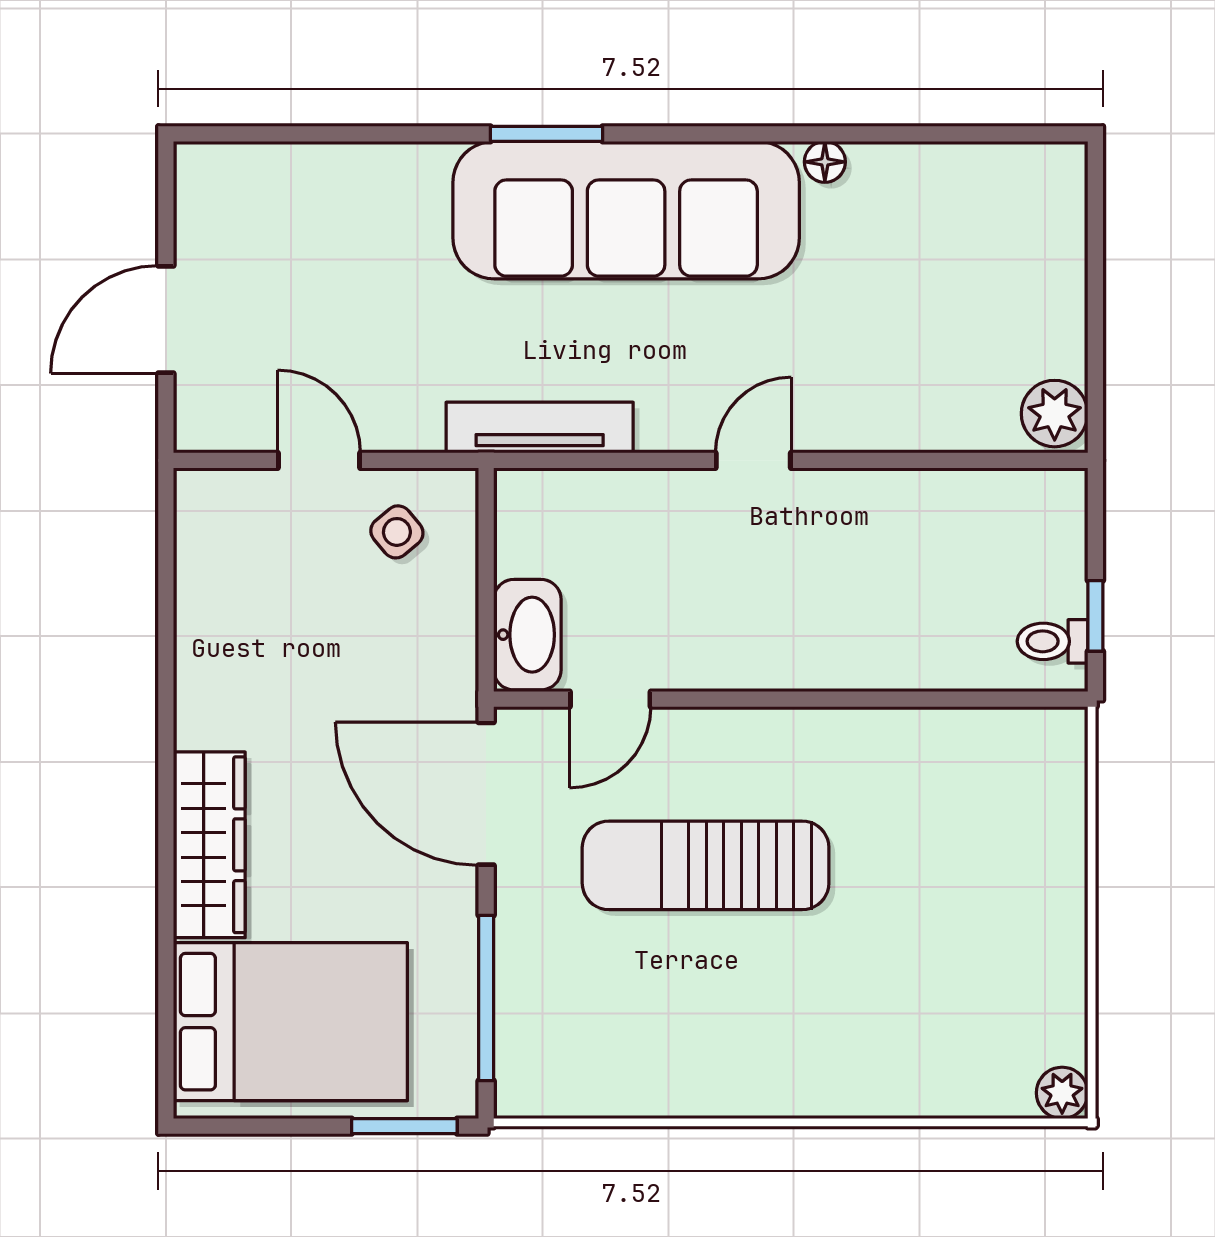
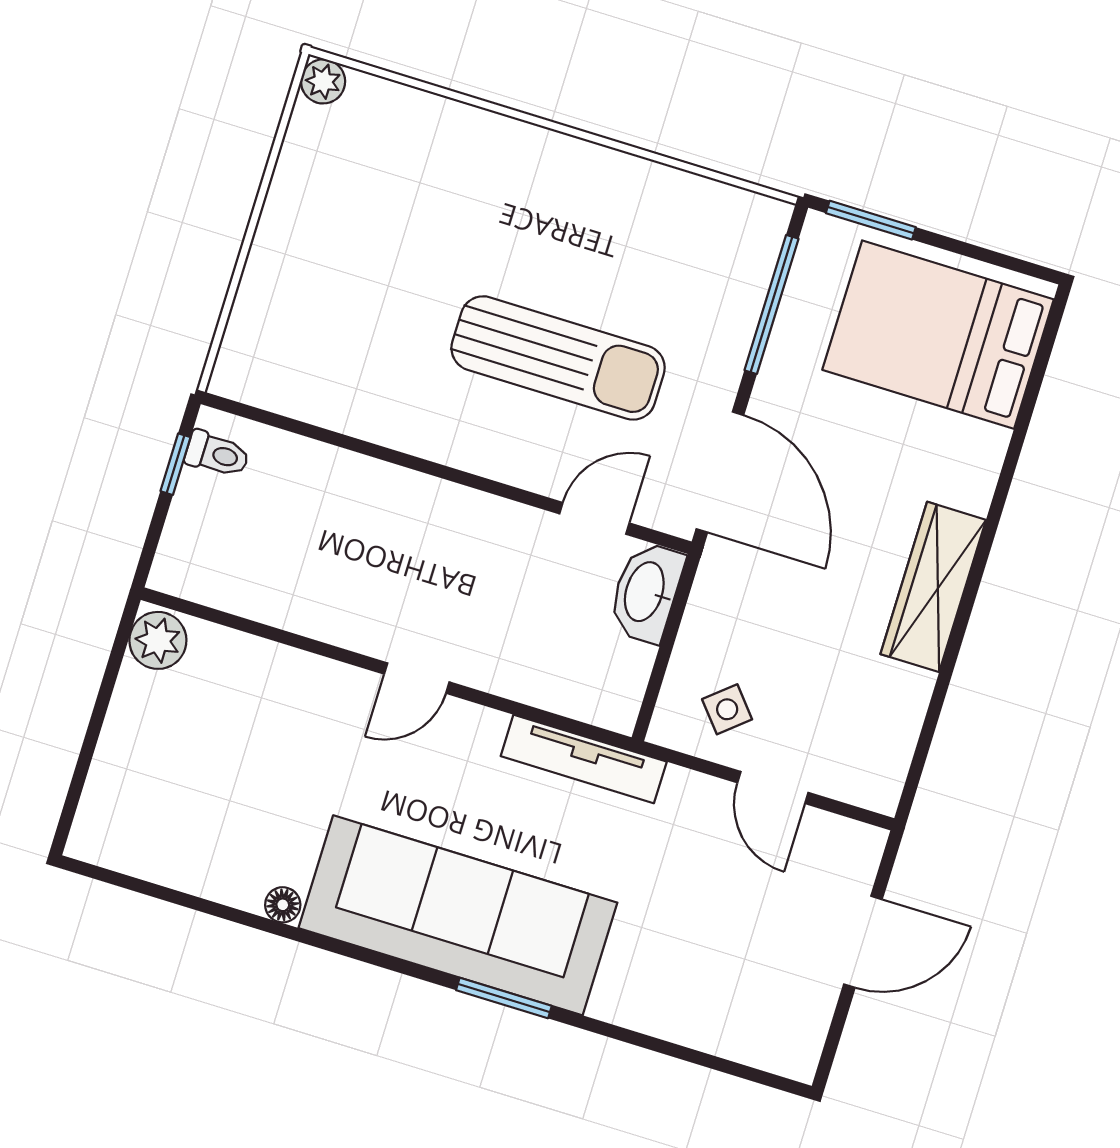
wardrobe: (209, 845) -> (933, 587), moved

